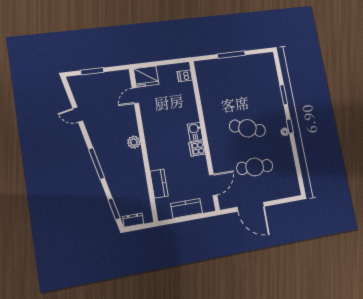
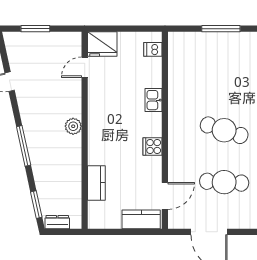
kitchen sink: (195, 132) -> (154, 100), moved
kitchen counter: (186, 208) -> (141, 219), moved

